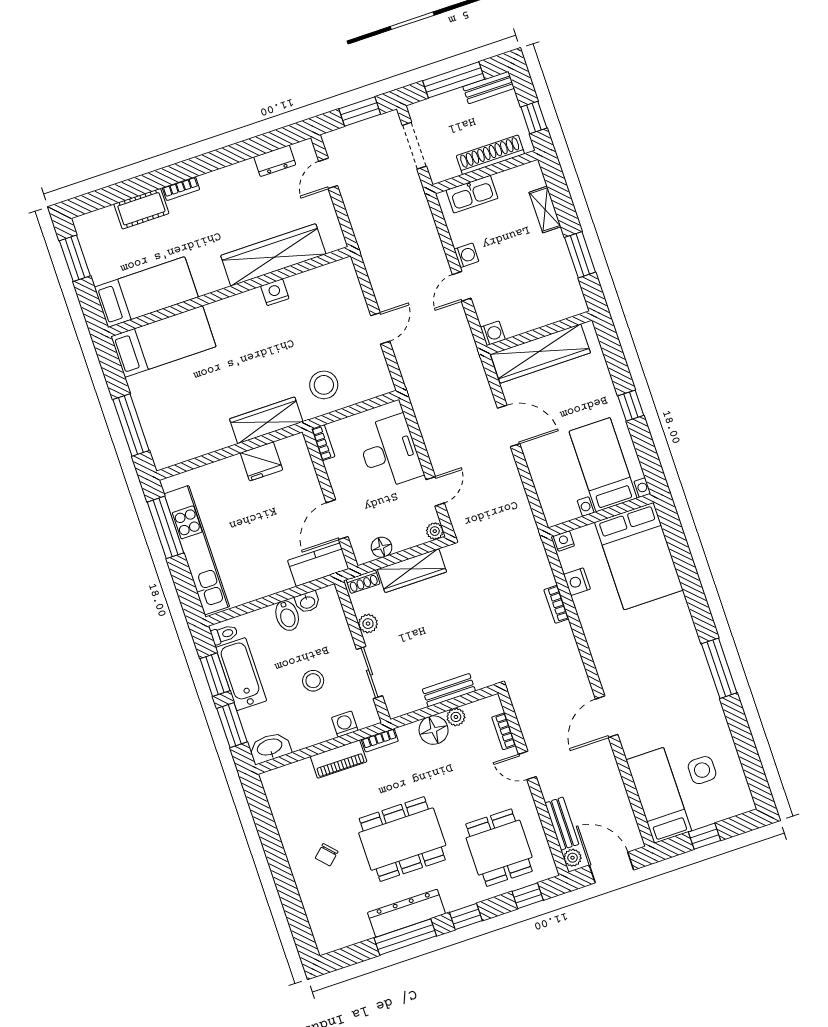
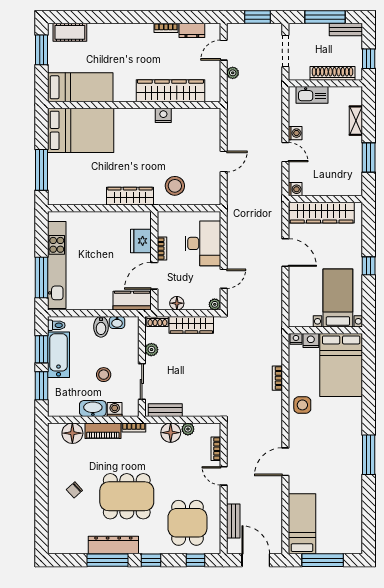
bookcase: (181, 189) -> (166, 28), moved
cot: (141, 209) -> (70, 32), moved
door: (462, 286) -> (285, 152), swing flipped
bed: (163, 341) -> (81, 130), width x1.50
bookcase: (323, 443) -> (162, 249), moved
fridge: (261, 461) -> (141, 241), moved, turned 90
window: (165, 527) -> (42, 277), moved
nightstand: (577, 582) -> (311, 340), moved, turned 90
bench: (449, 690) -> (165, 410), moved
washbasin: (270, 748) -> (93, 408), moved
side table: (702, 770) -> (302, 405), moved
floor lamp: (297, 777) -> (72, 433), added
window: (705, 836) -> (323, 560), width x2.17
plant: (573, 858) -> (233, 73), moved

